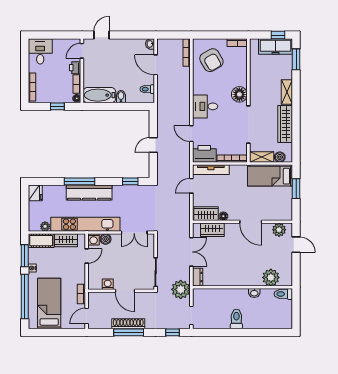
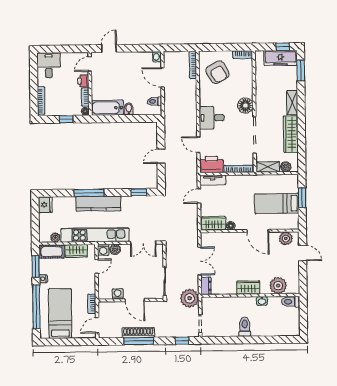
tv unit: (211, 170) -> (213, 180), width x0.71
bed: (270, 176) -> (277, 203), moved
wardrobe: (212, 230) -> (248, 288), moved, turned 180

